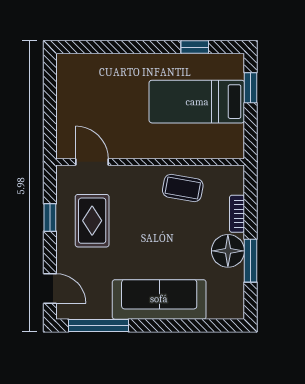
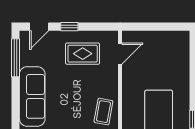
window: (50, 217) -> (69, 27), moved

